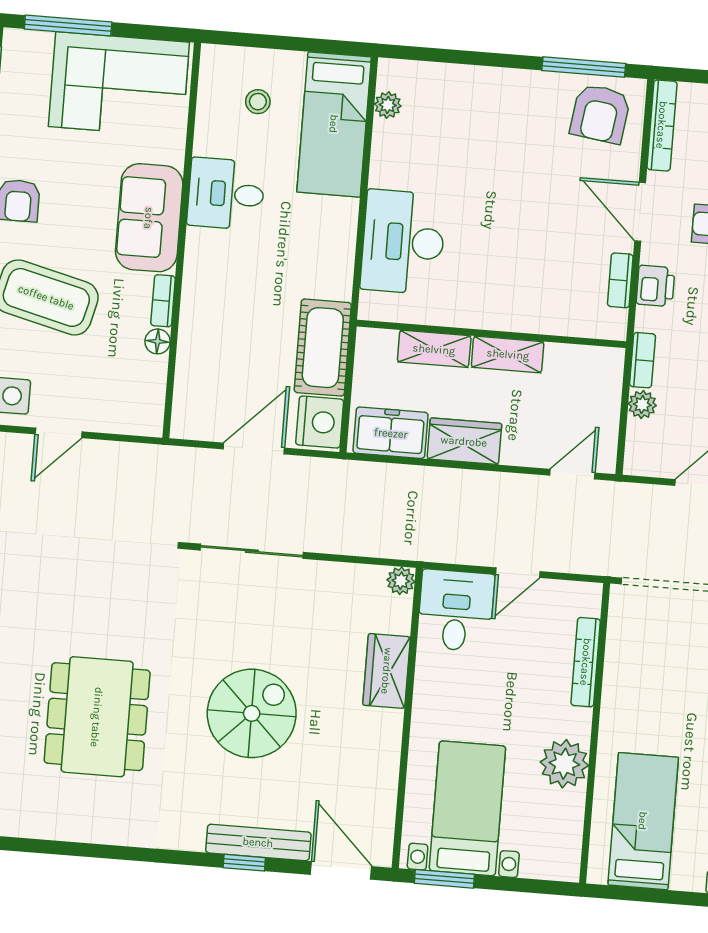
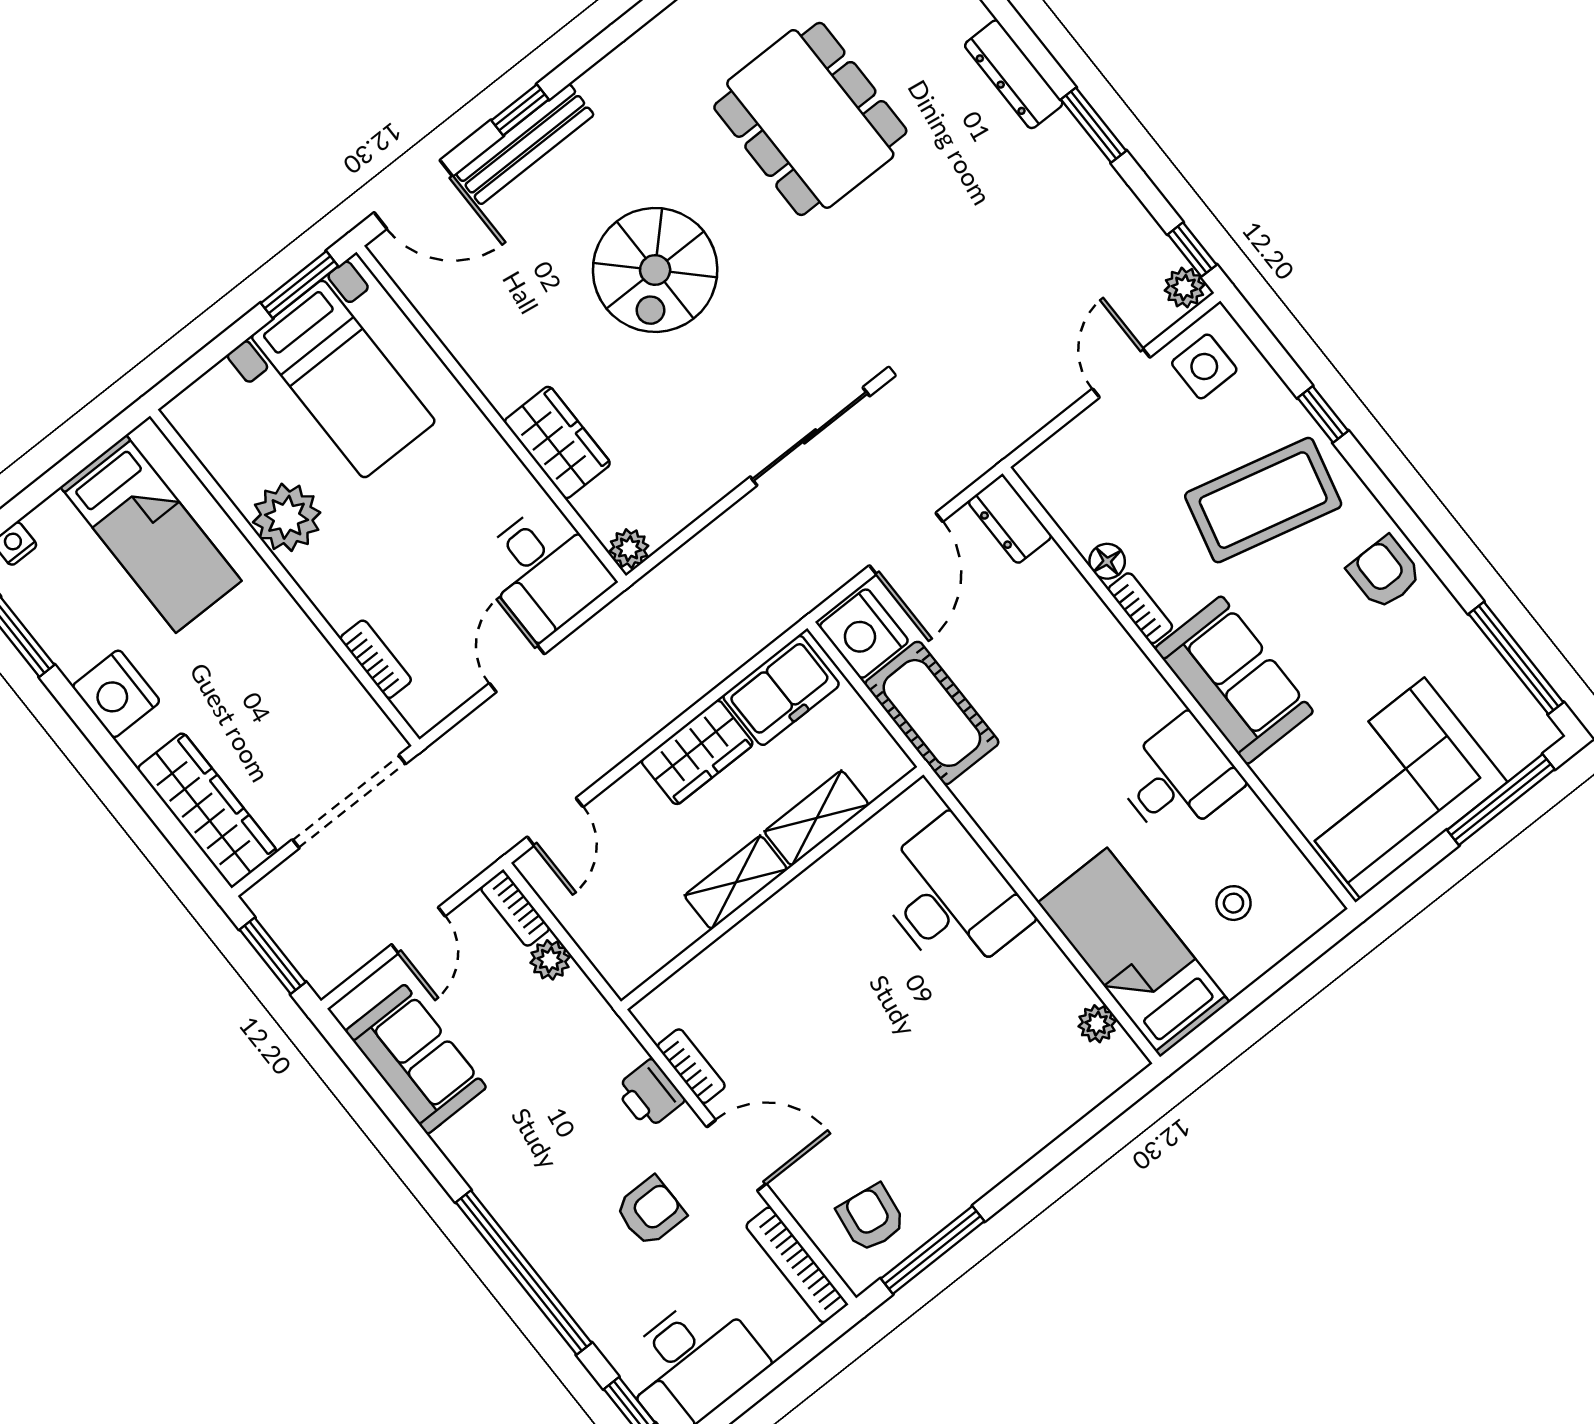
armchair: (600, 114) -> (871, 1218), width x0.72, depth x0.72
bookcase: (642, 360) -> (515, 908), moved
dresser: (188, 411) -> (1010, 519), added
bookcase: (586, 662) -> (376, 659), width x0.64

